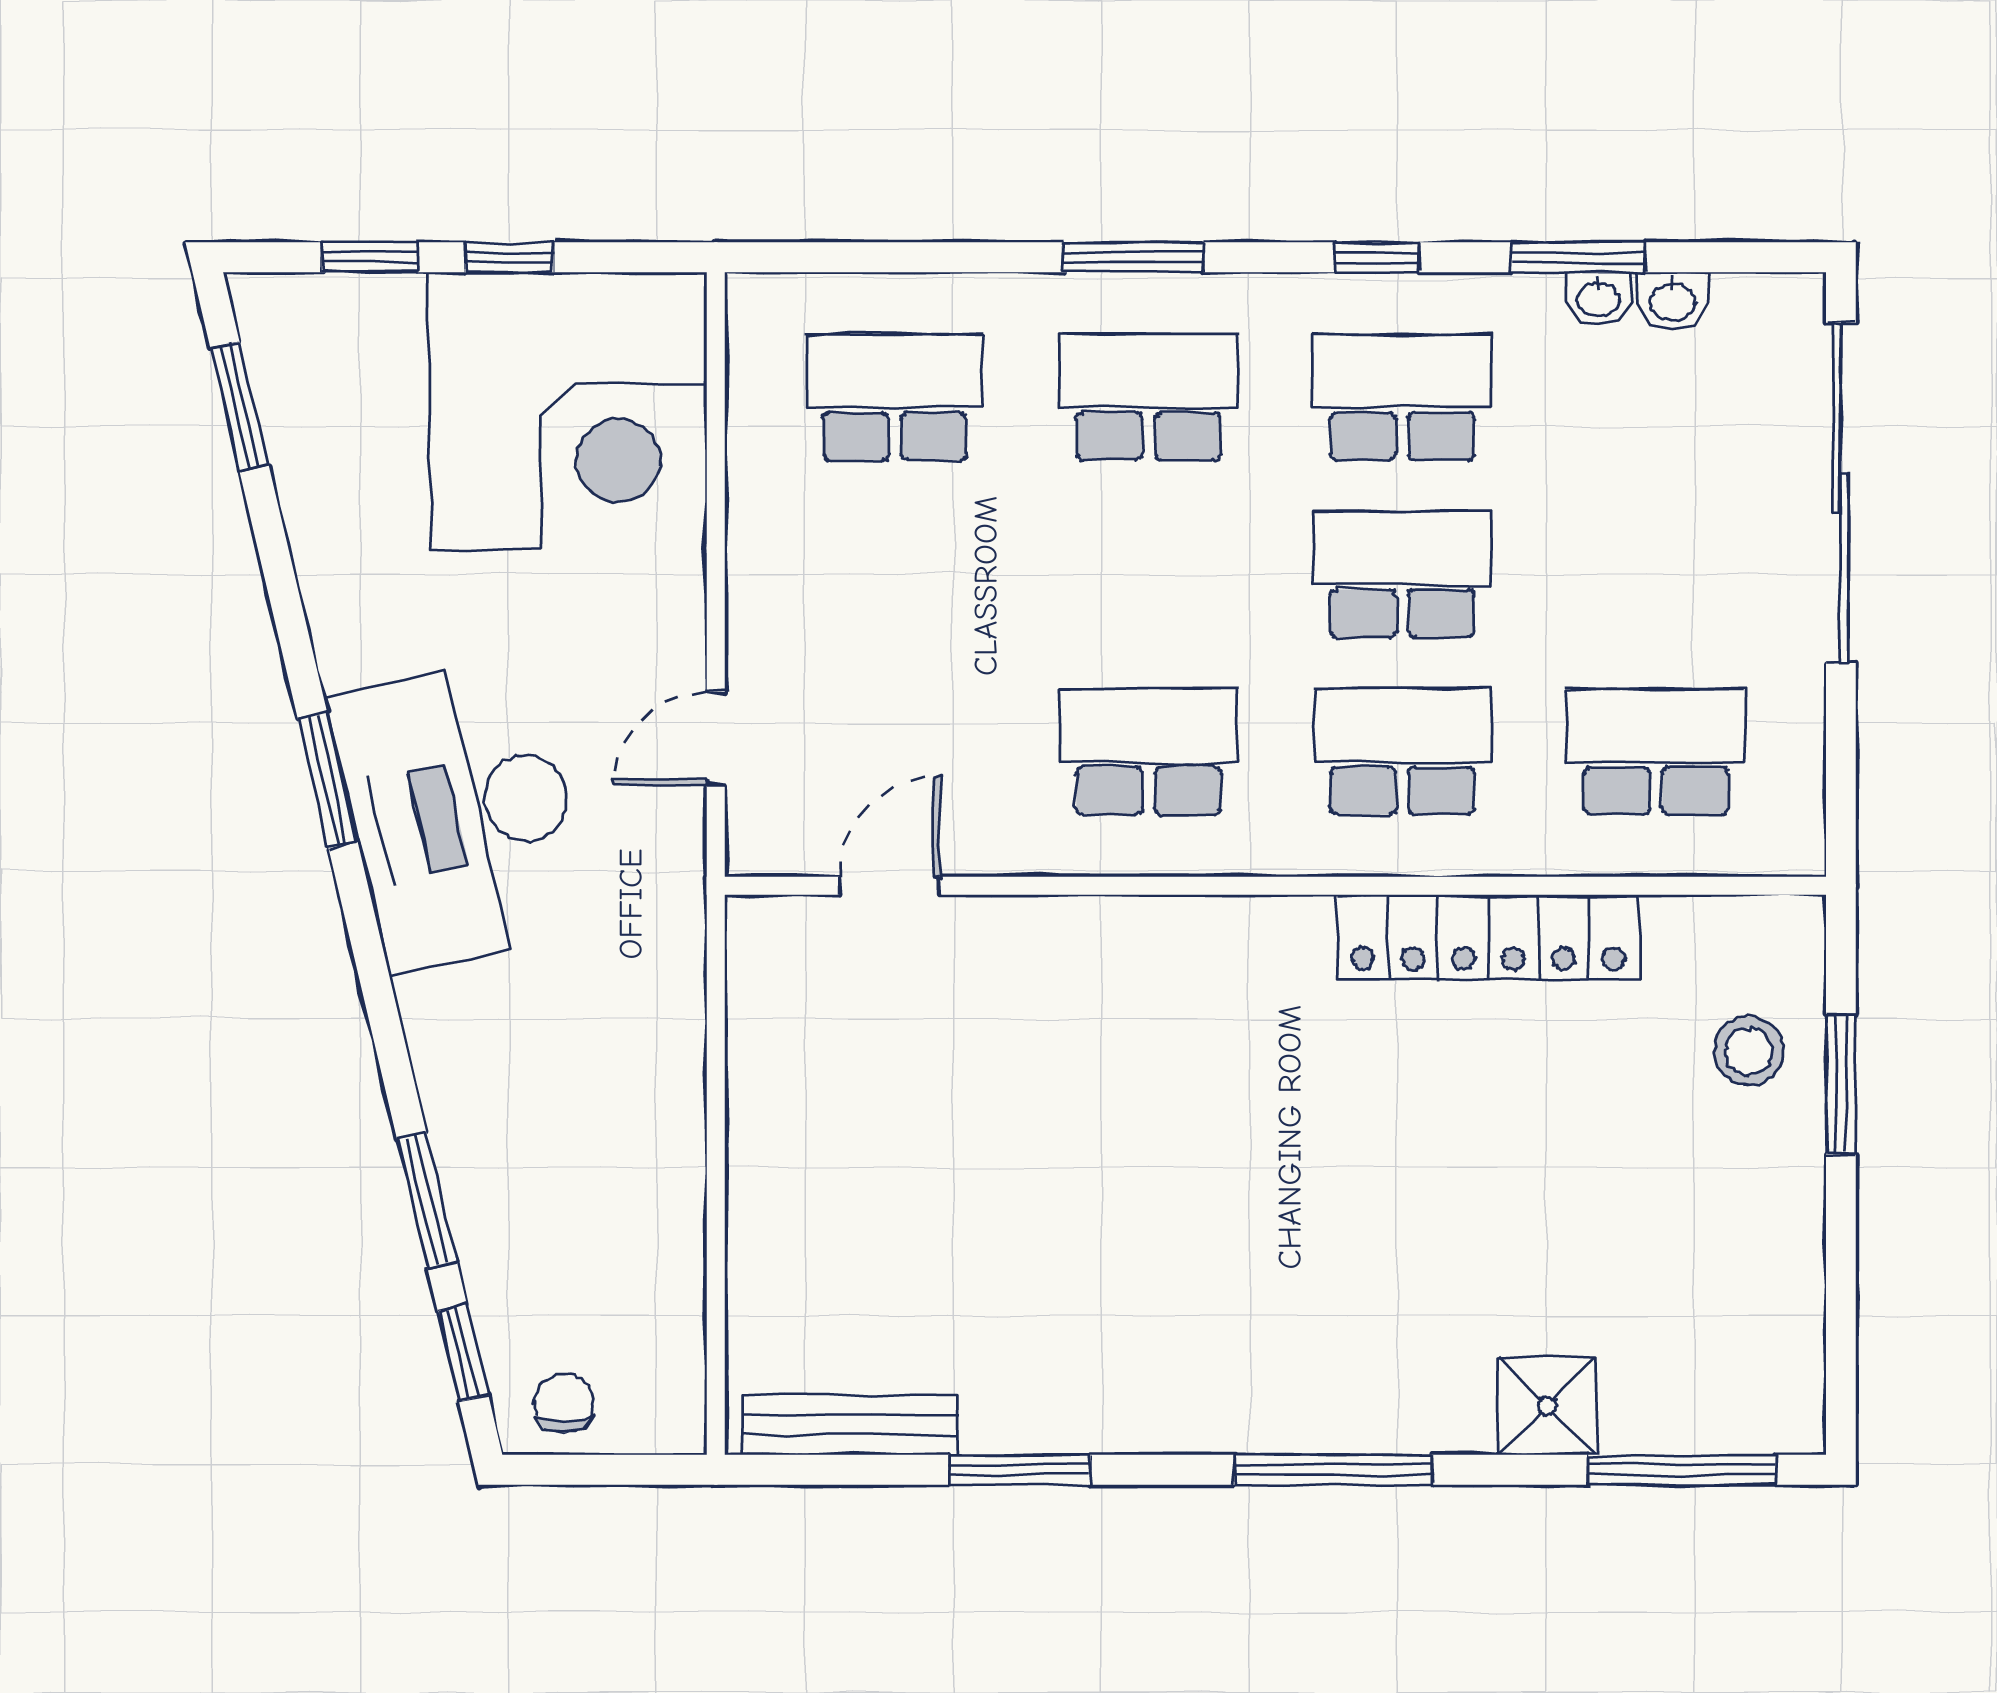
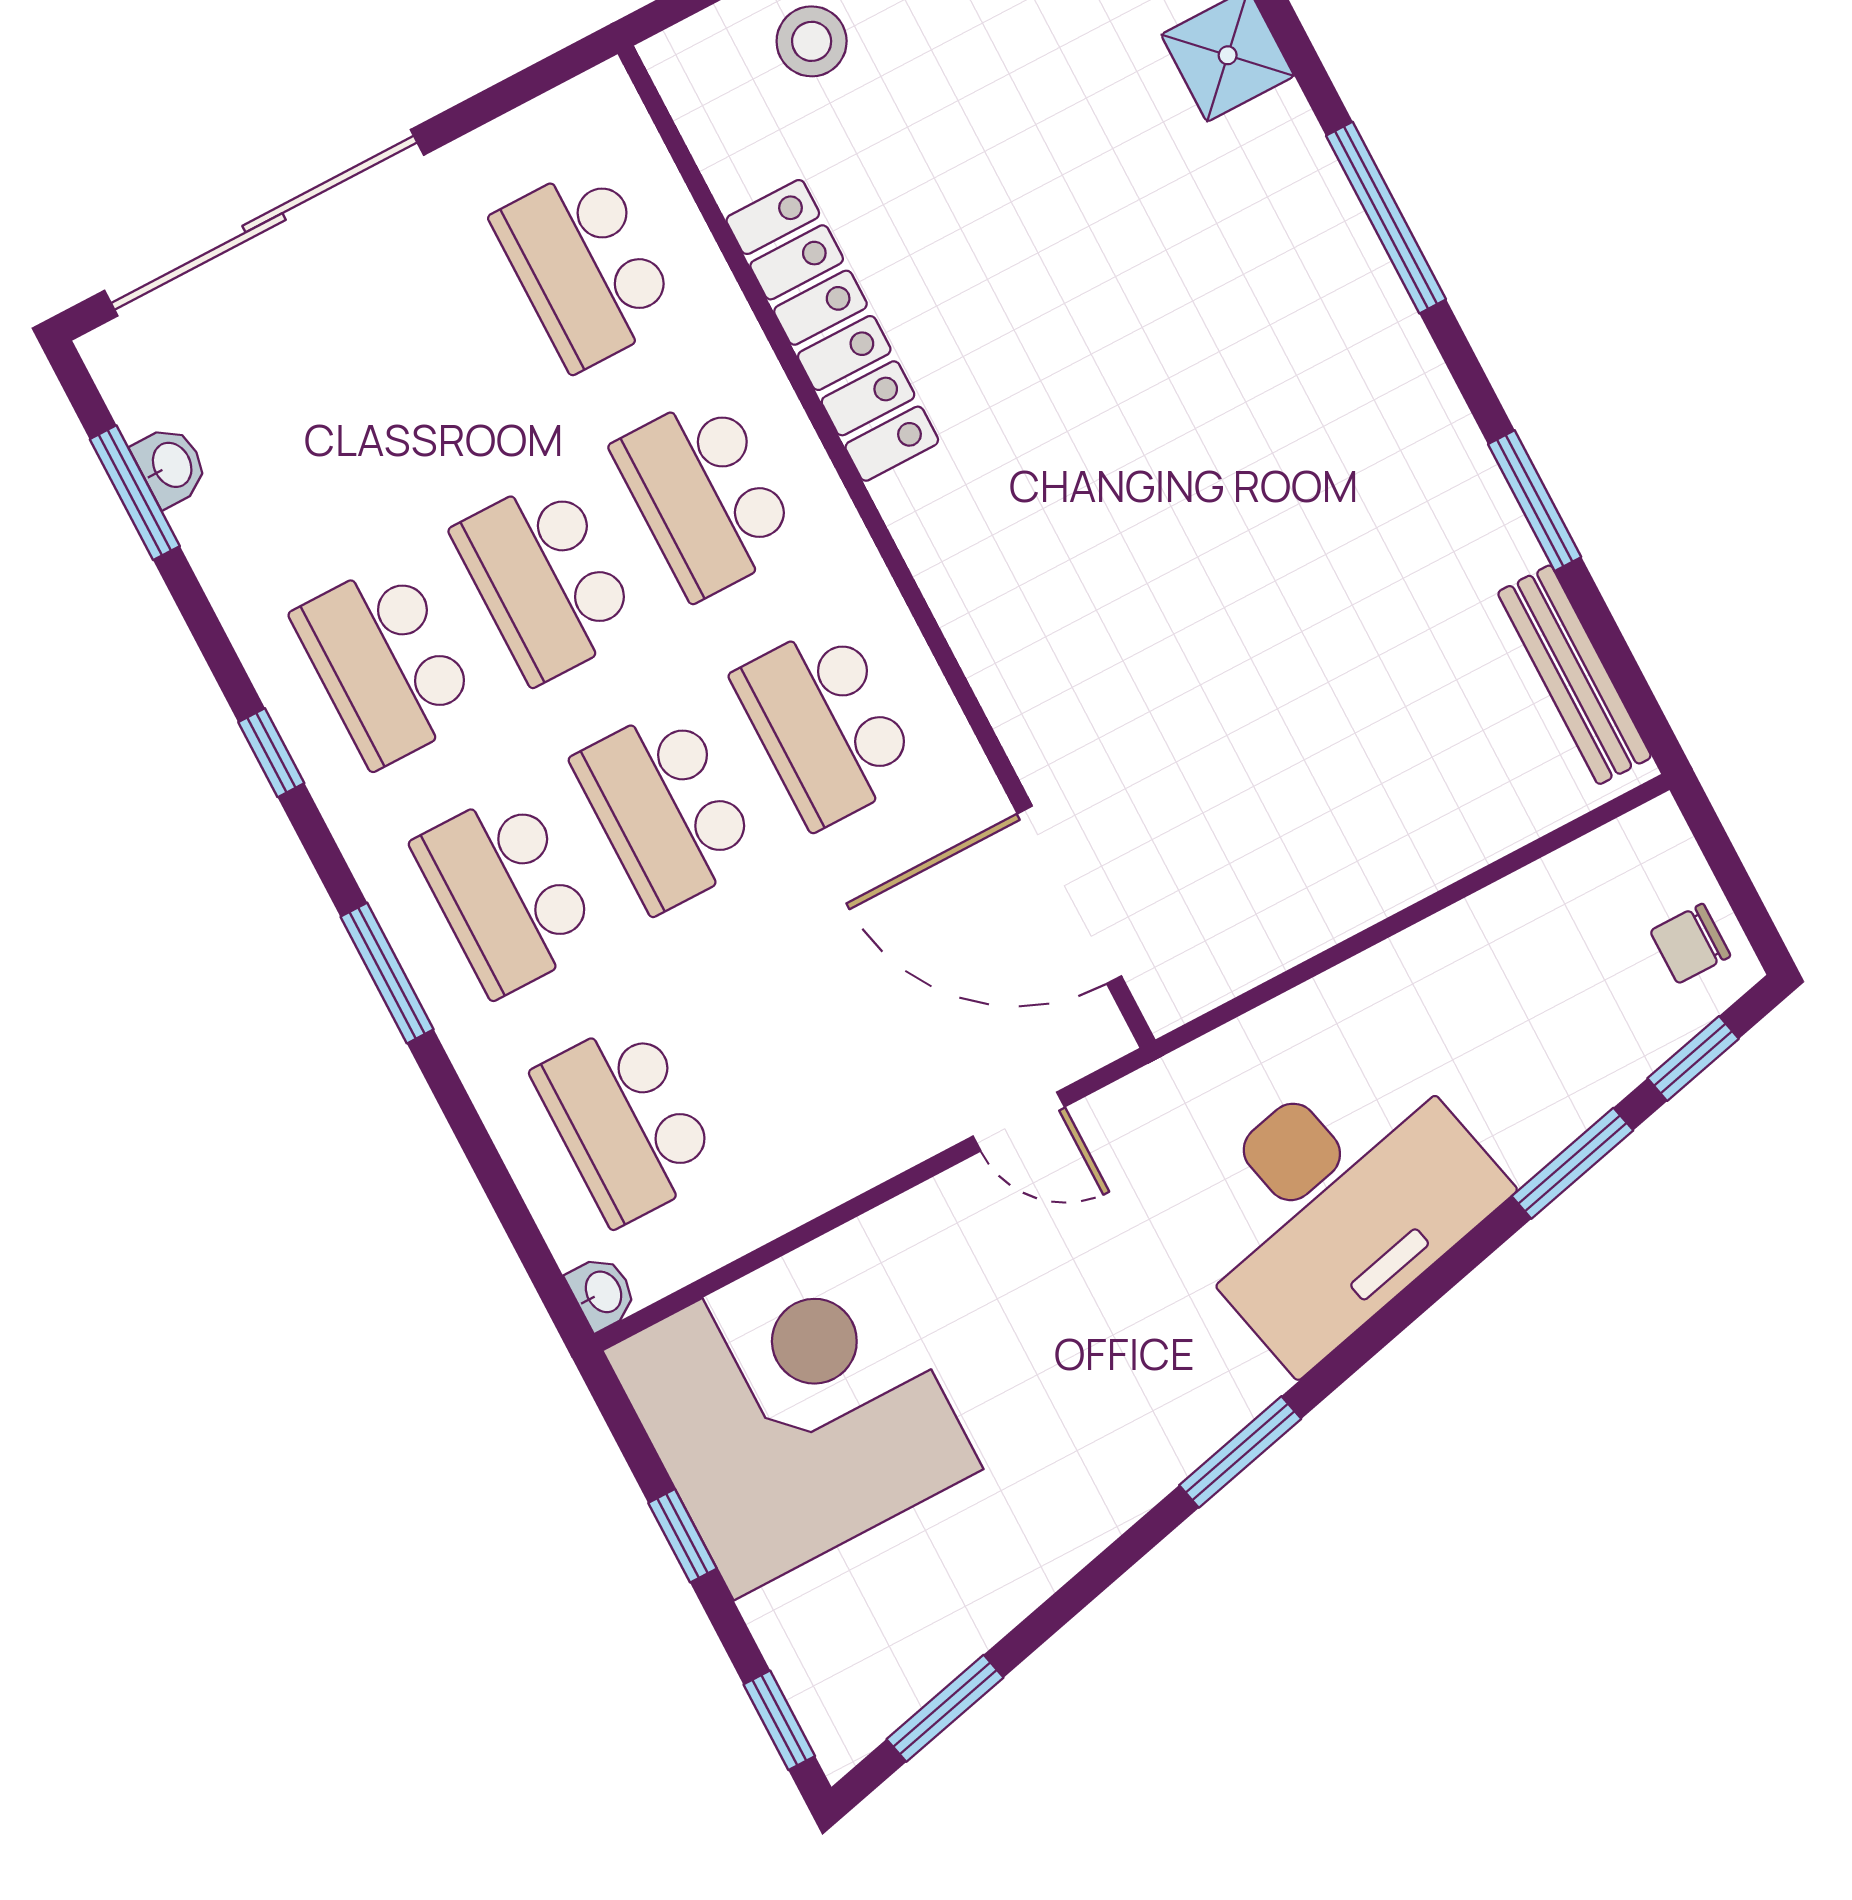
window: (369, 257) -> (779, 1720), moved
window: (1578, 257) -> (135, 493), moved
washbasin: (1599, 298) -> (602, 1293), moved
school desk: (1148, 574) -> (666, 809), added
desk: (461, 813) -> (1336, 1203), moved
door: (890, 886) -> (1069, 895), width x1.87

